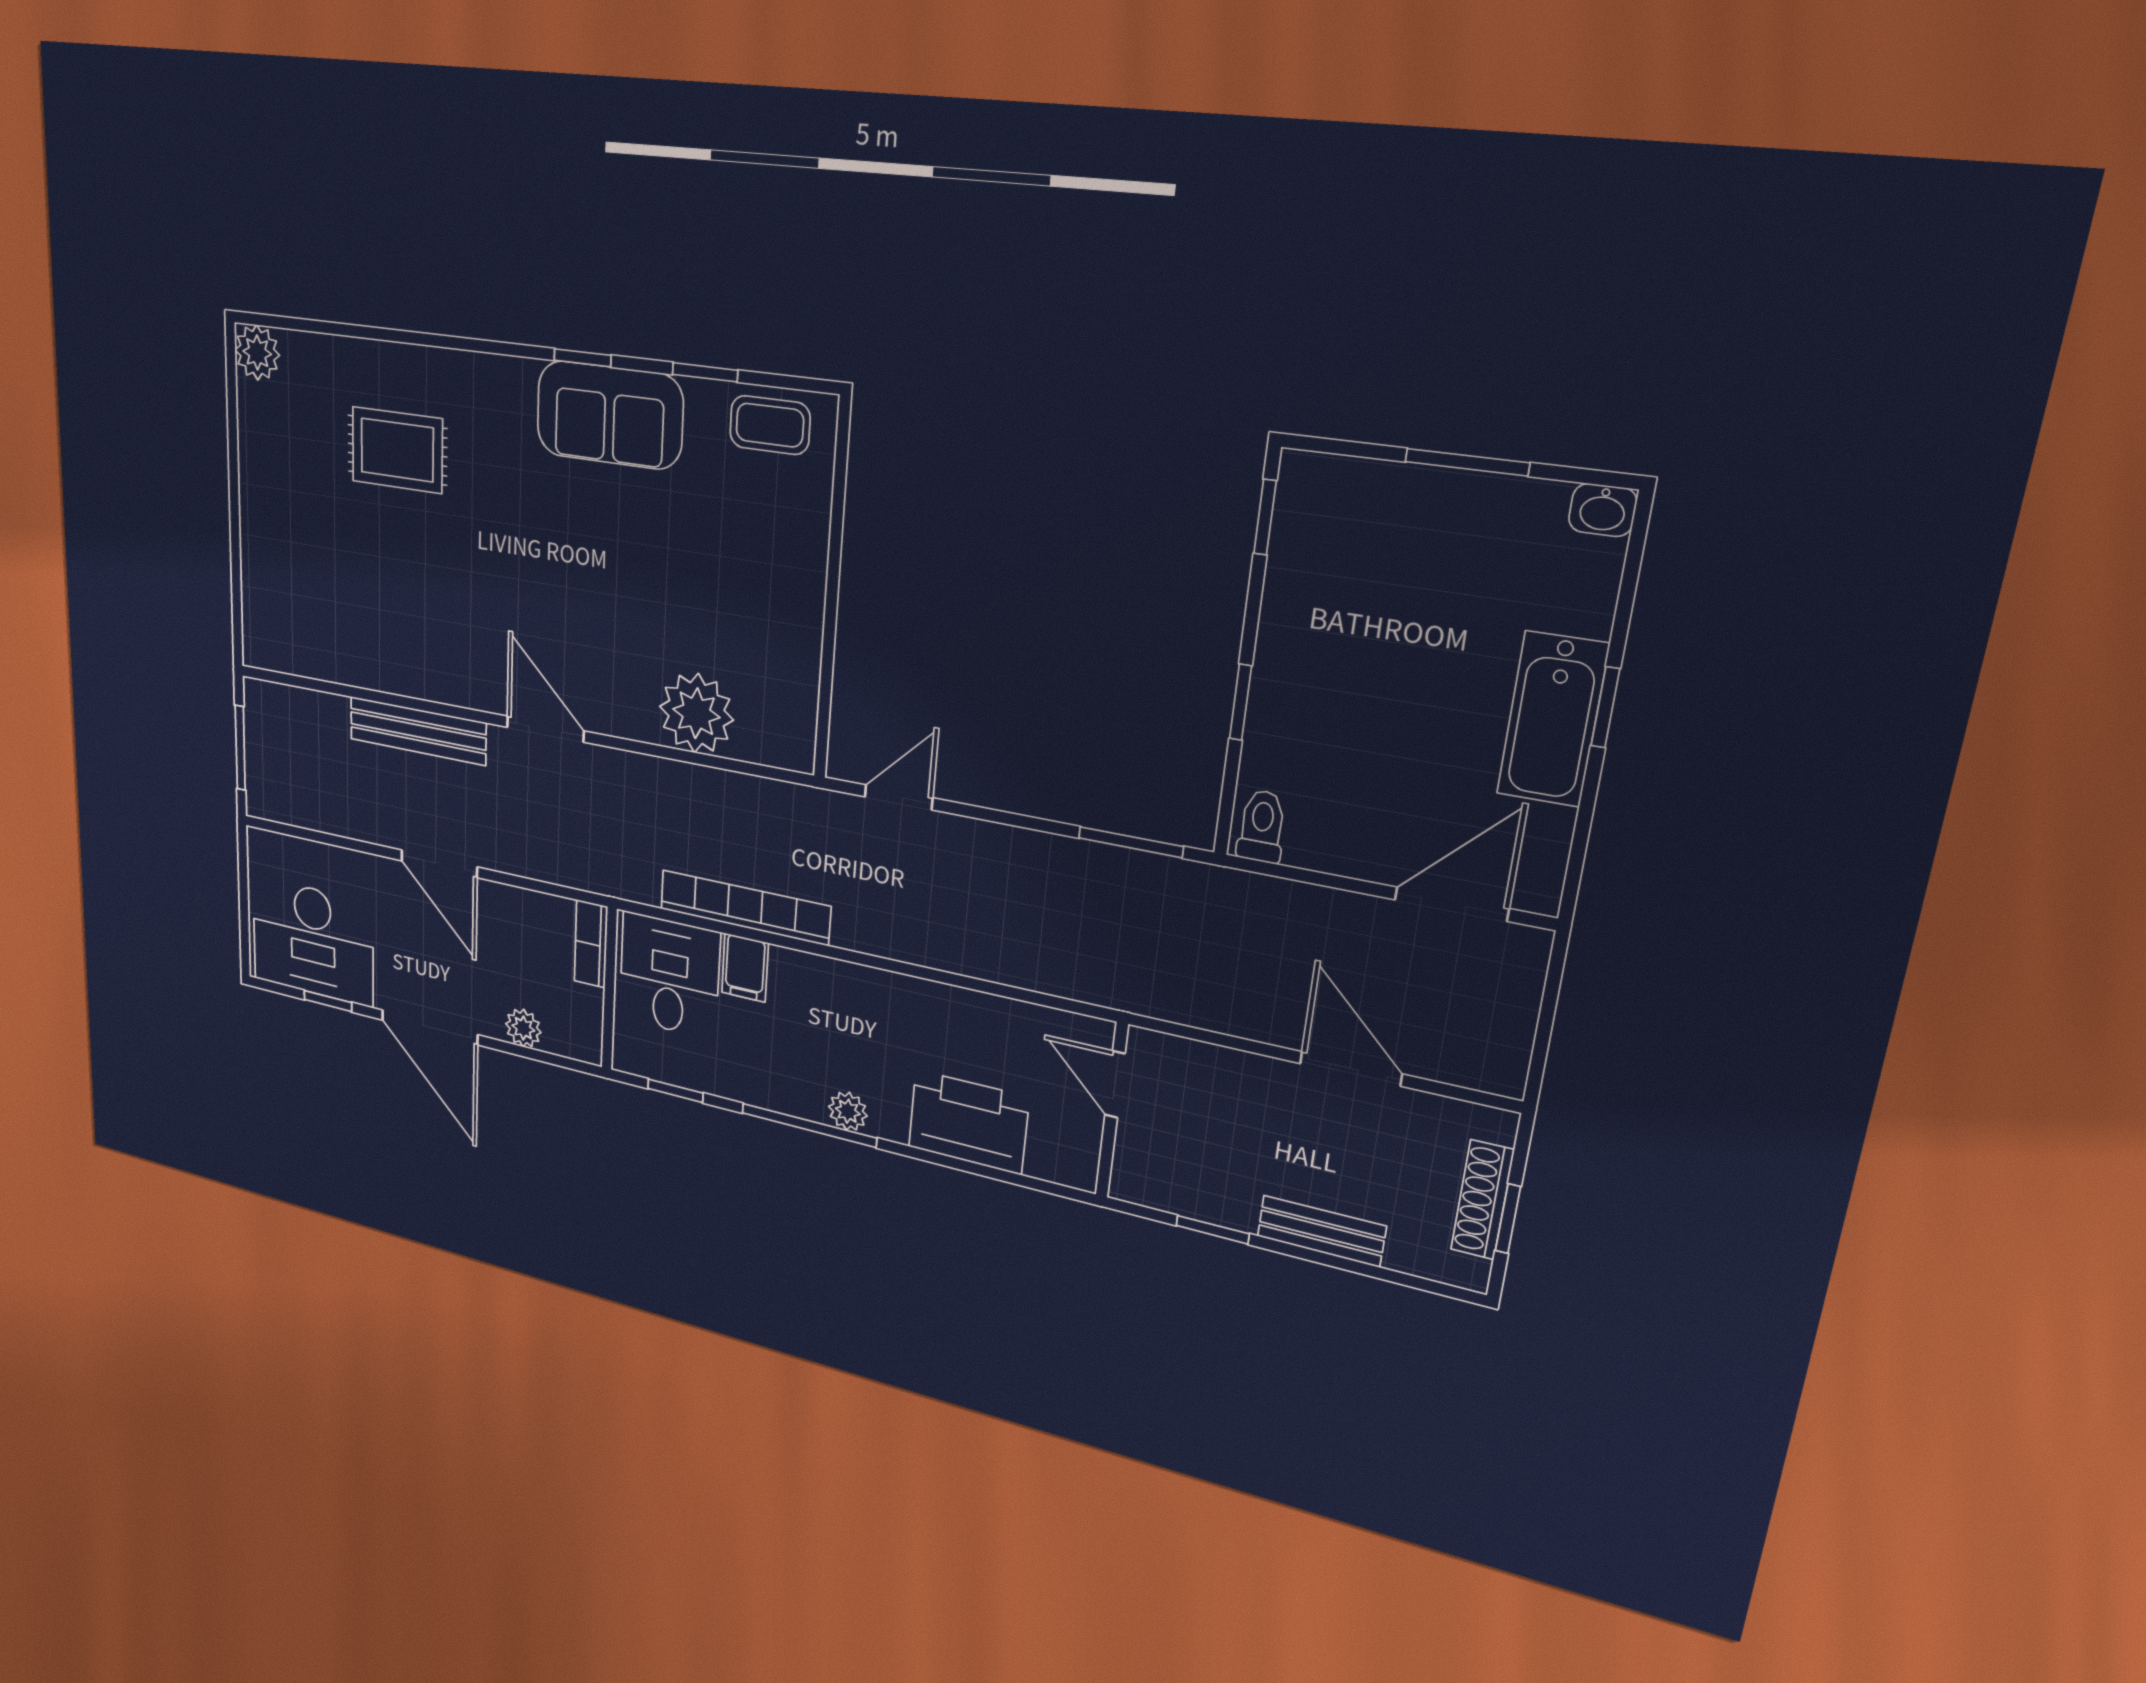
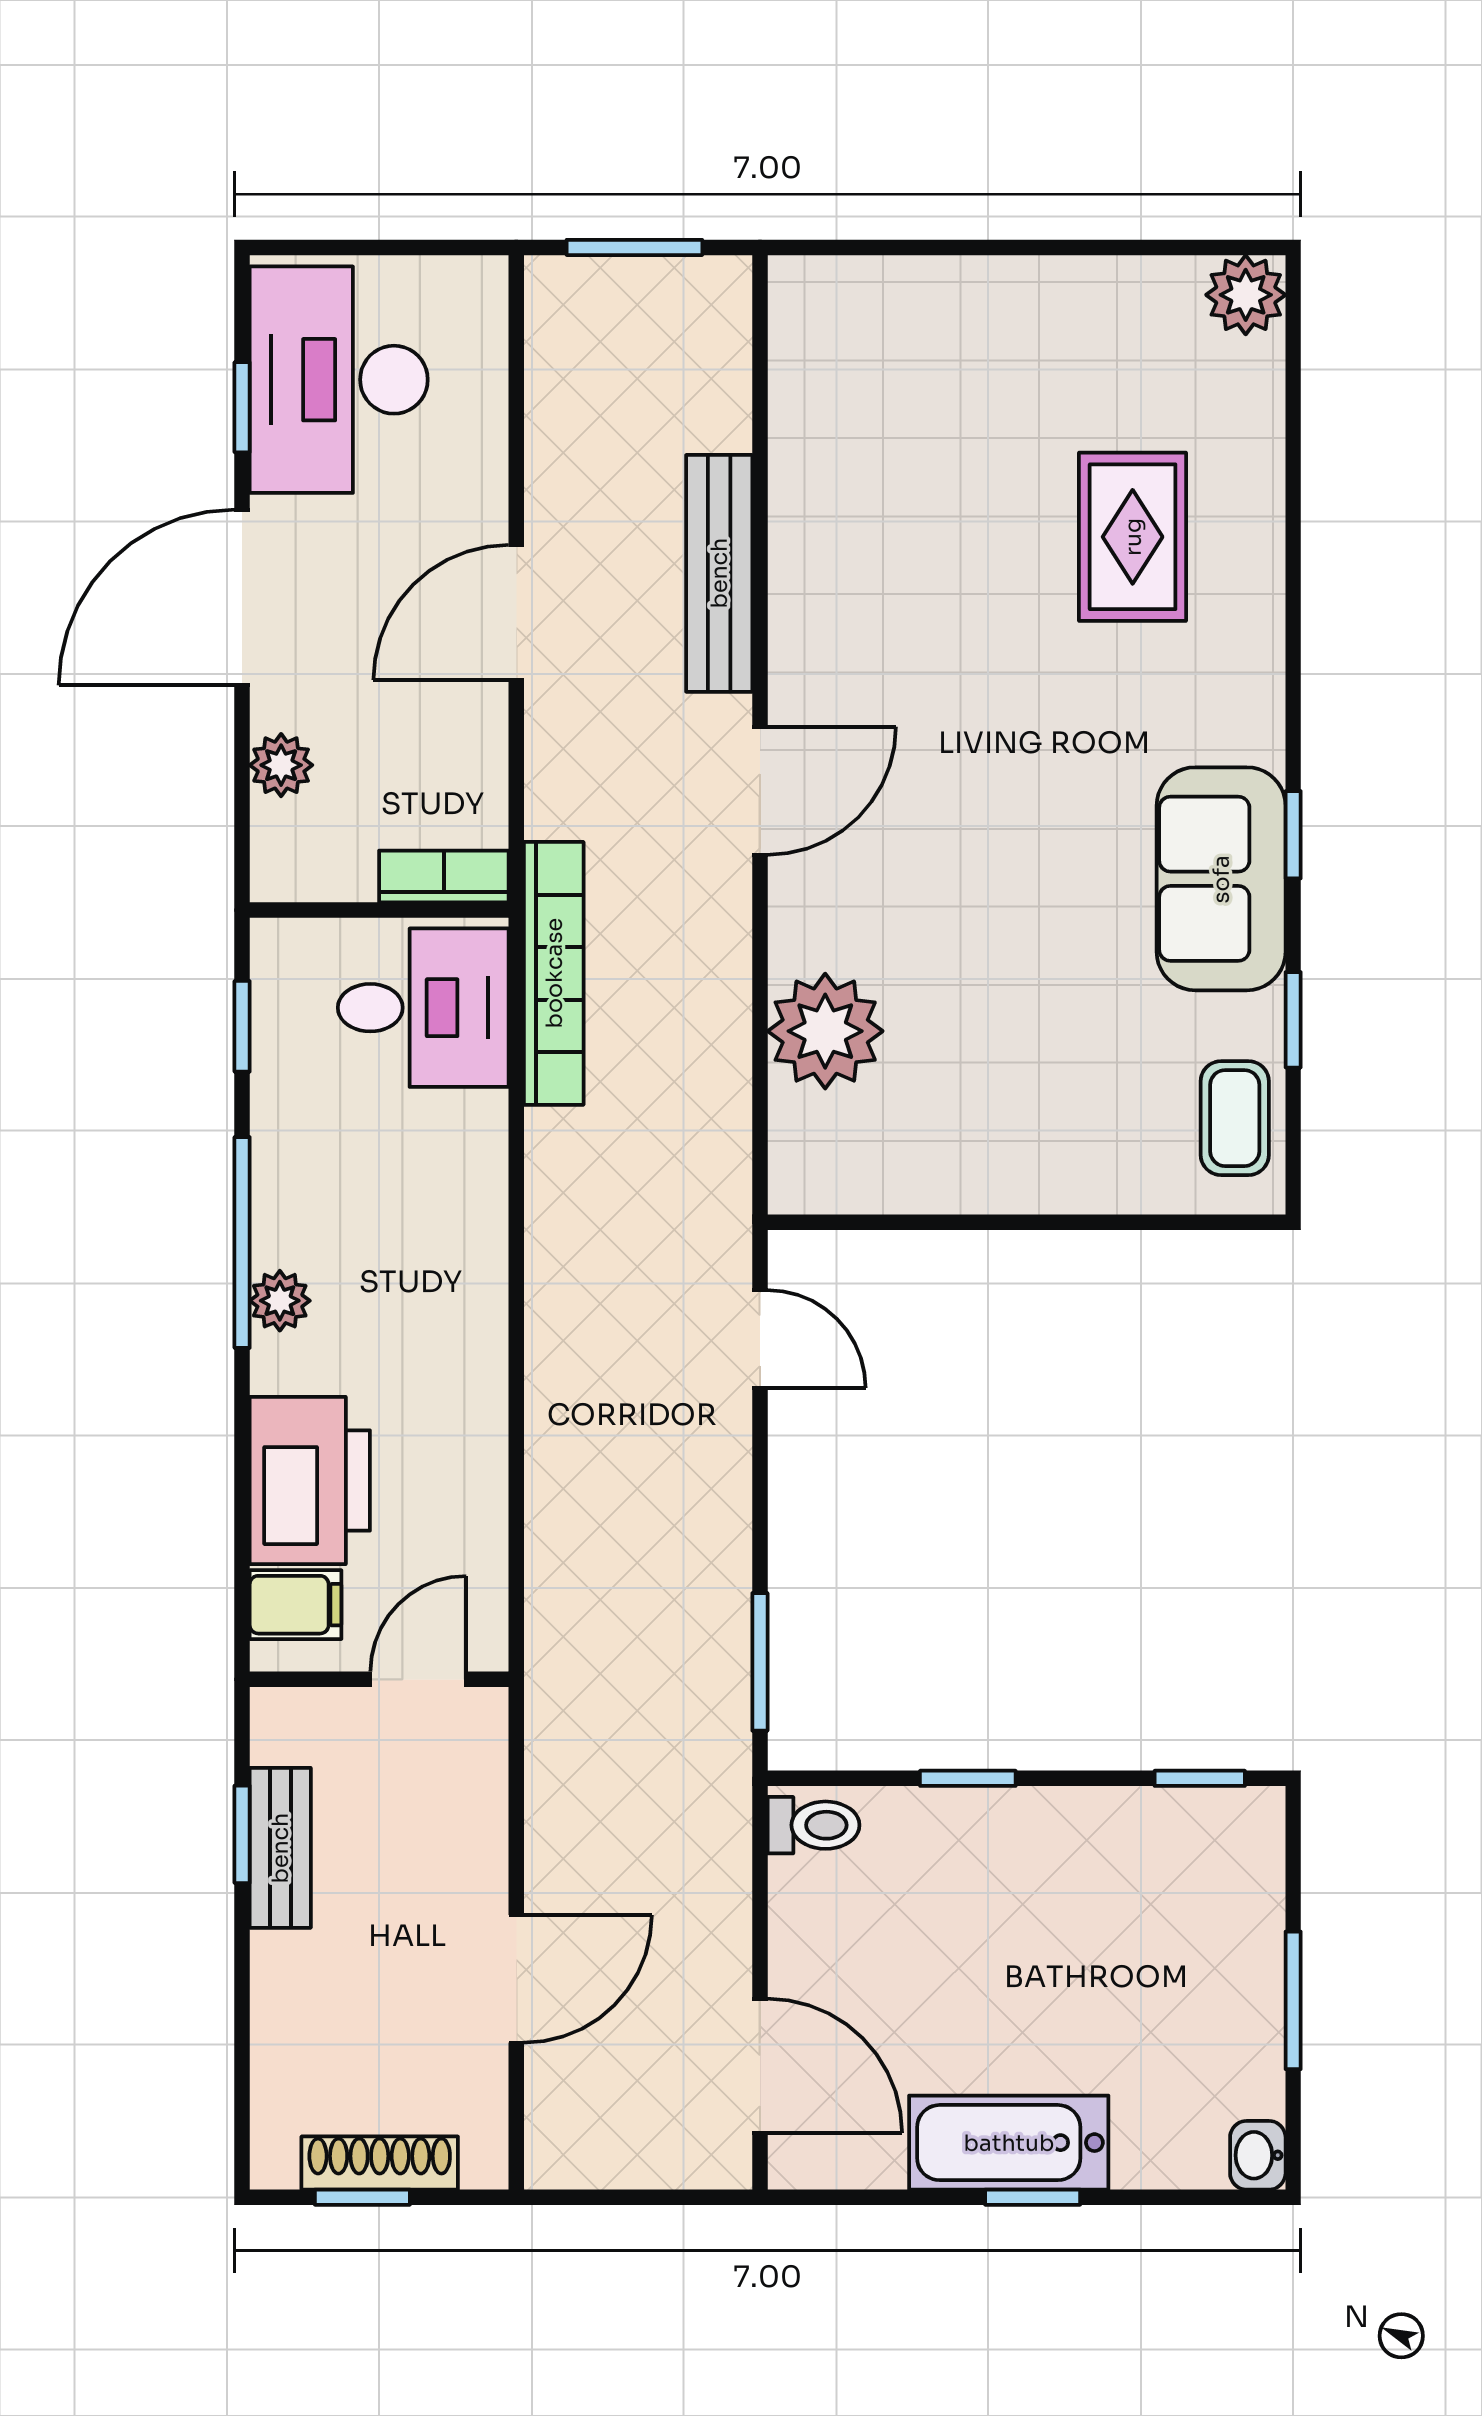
bookcase: (745, 908) -> (554, 973), moved
filing cabinet: (745, 968) -> (296, 1605), moved, turned 180
bench: (1321, 1231) -> (280, 1848), moved

